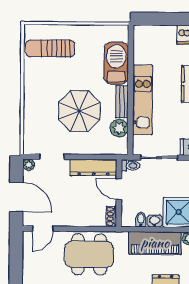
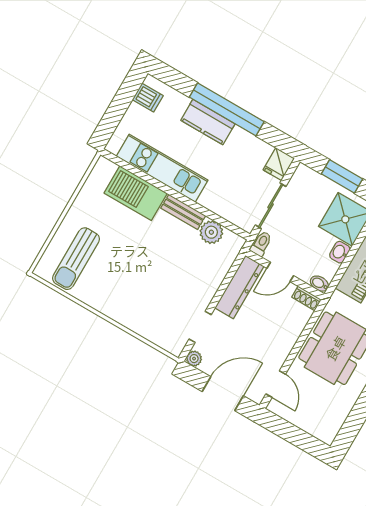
kitchen unit: (143, 100) -> (162, 168), moved
parasol: (79, 111) -> (166, 266), removed
bidet: (141, 219) -> (319, 284), moved

